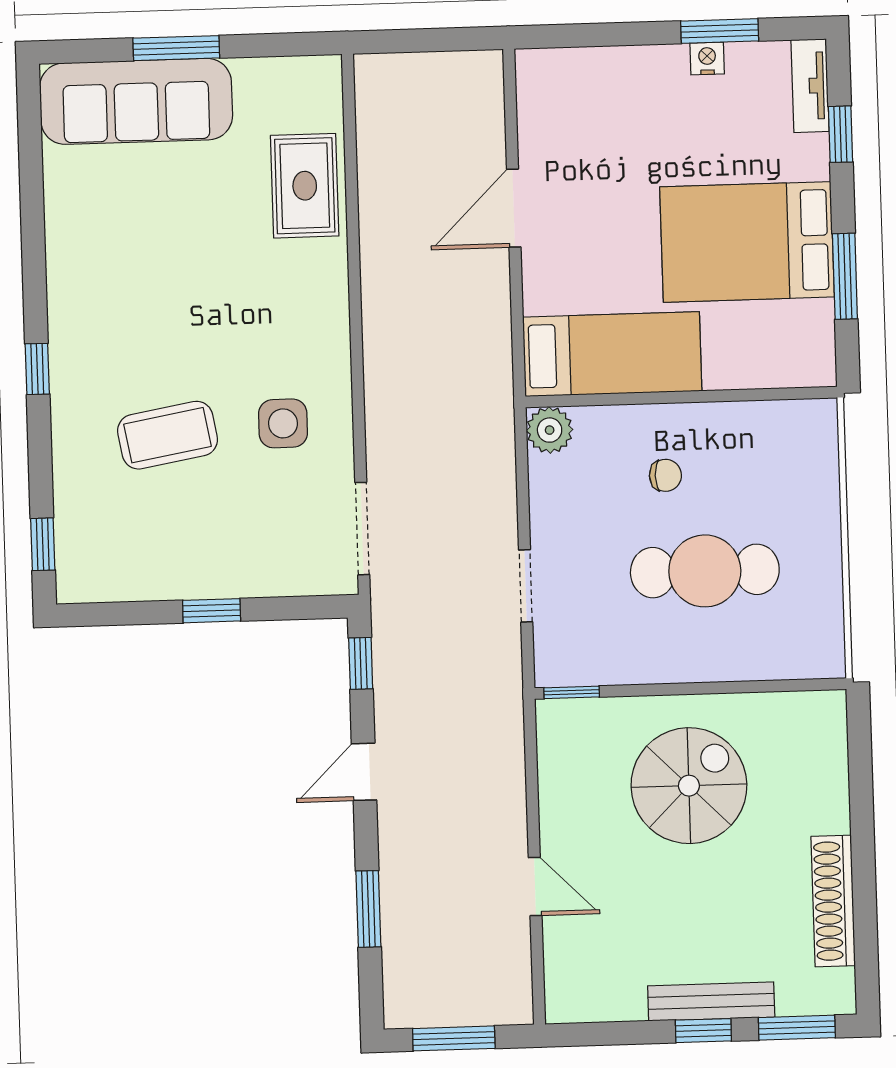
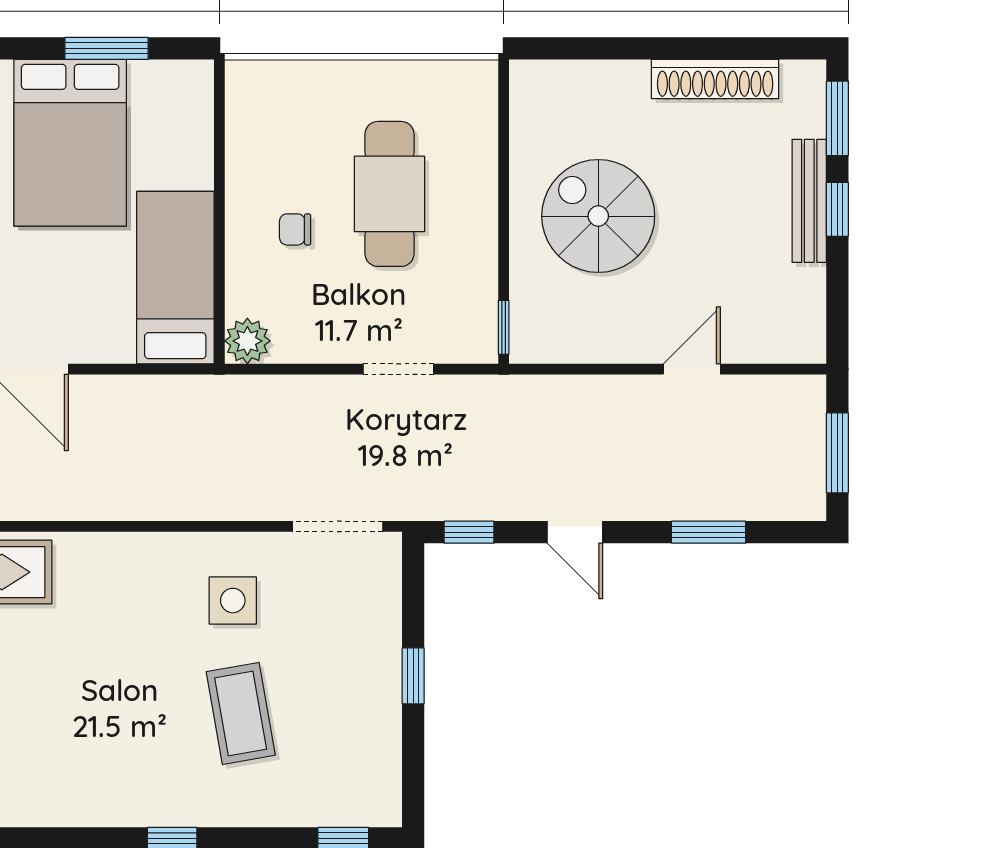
chair: (665, 475) -> (295, 229), turned -90

